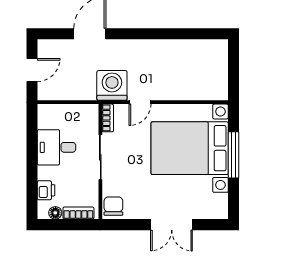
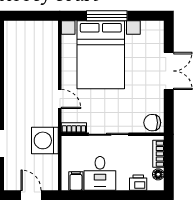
washing machine: (112, 85) -> (45, 140), moved
filing cabinet: (48, 120) -> (76, 181), added

